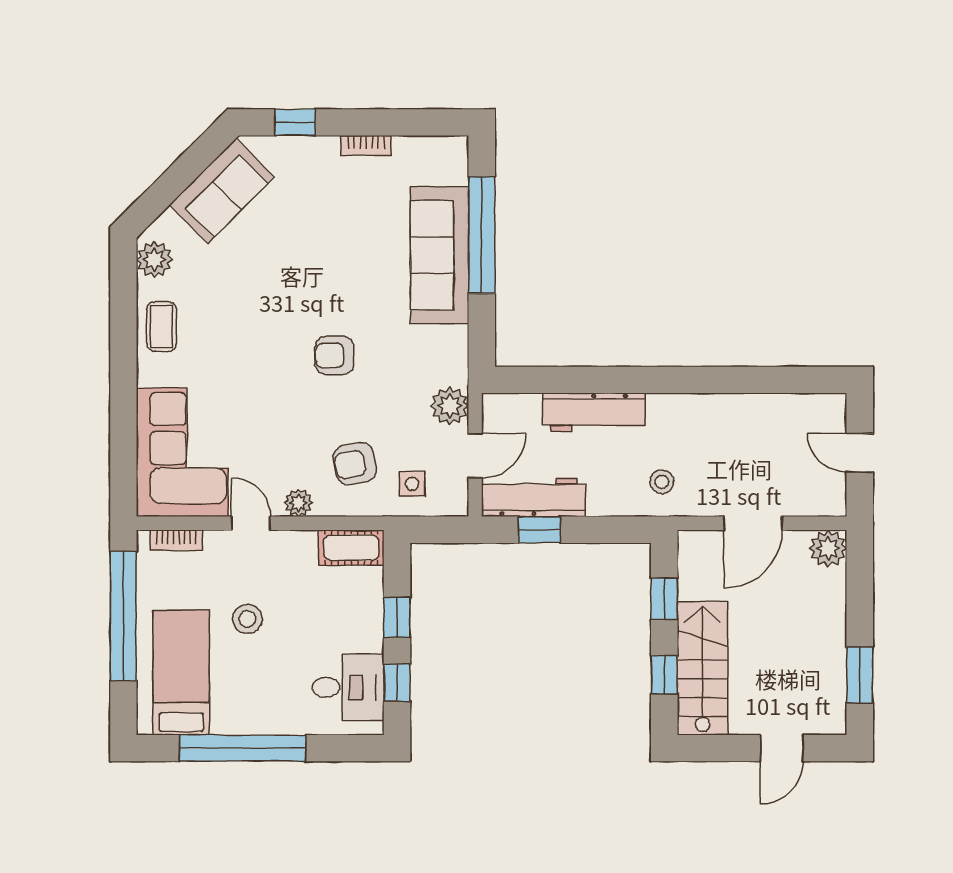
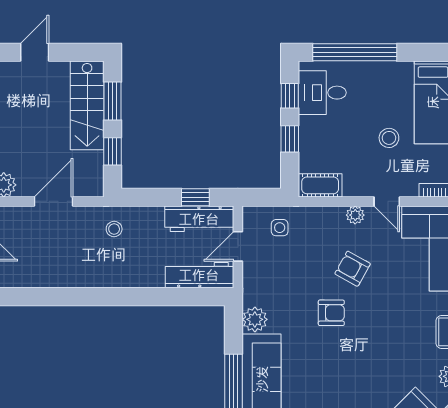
plant: (450, 406) -> (255, 319), moved
workbench: (594, 412) -> (199, 275), moved
armchair: (355, 464) -> (353, 269), moved, turned -140
window: (664, 675) -> (112, 101), width x1.50
window: (243, 748) -> (355, 52), moved

